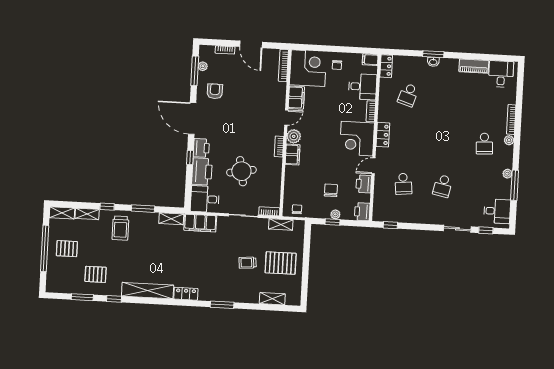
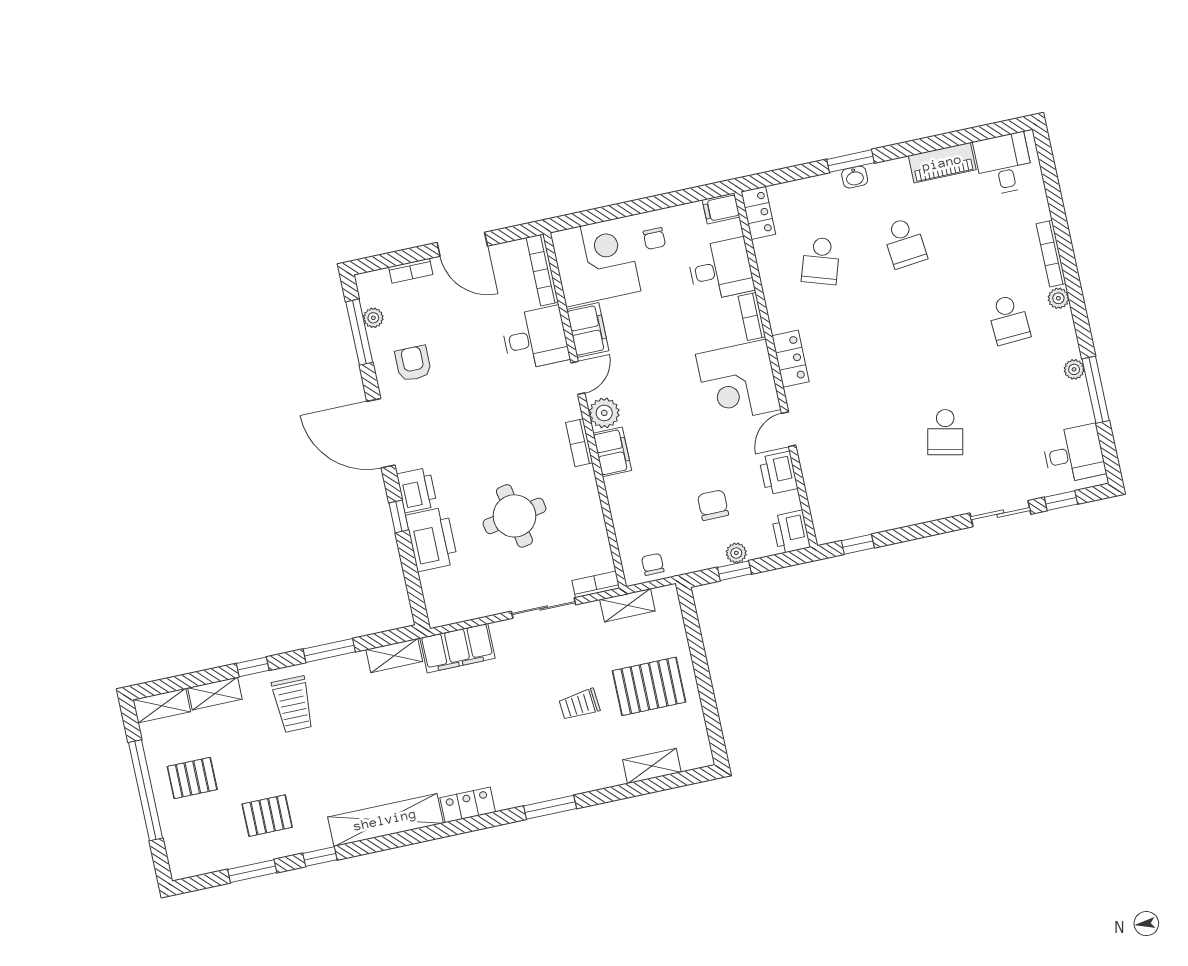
school desk: (403, 184) -> (905, 243), moved
desk: (205, 199) -> (535, 338), moved, turned 180

